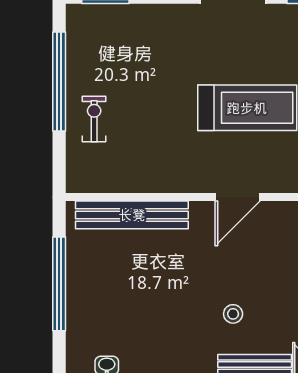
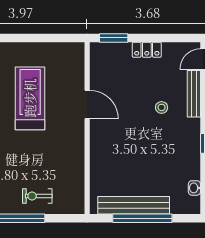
bench: (132, 215) -> (134, 205), moved, turned 90

